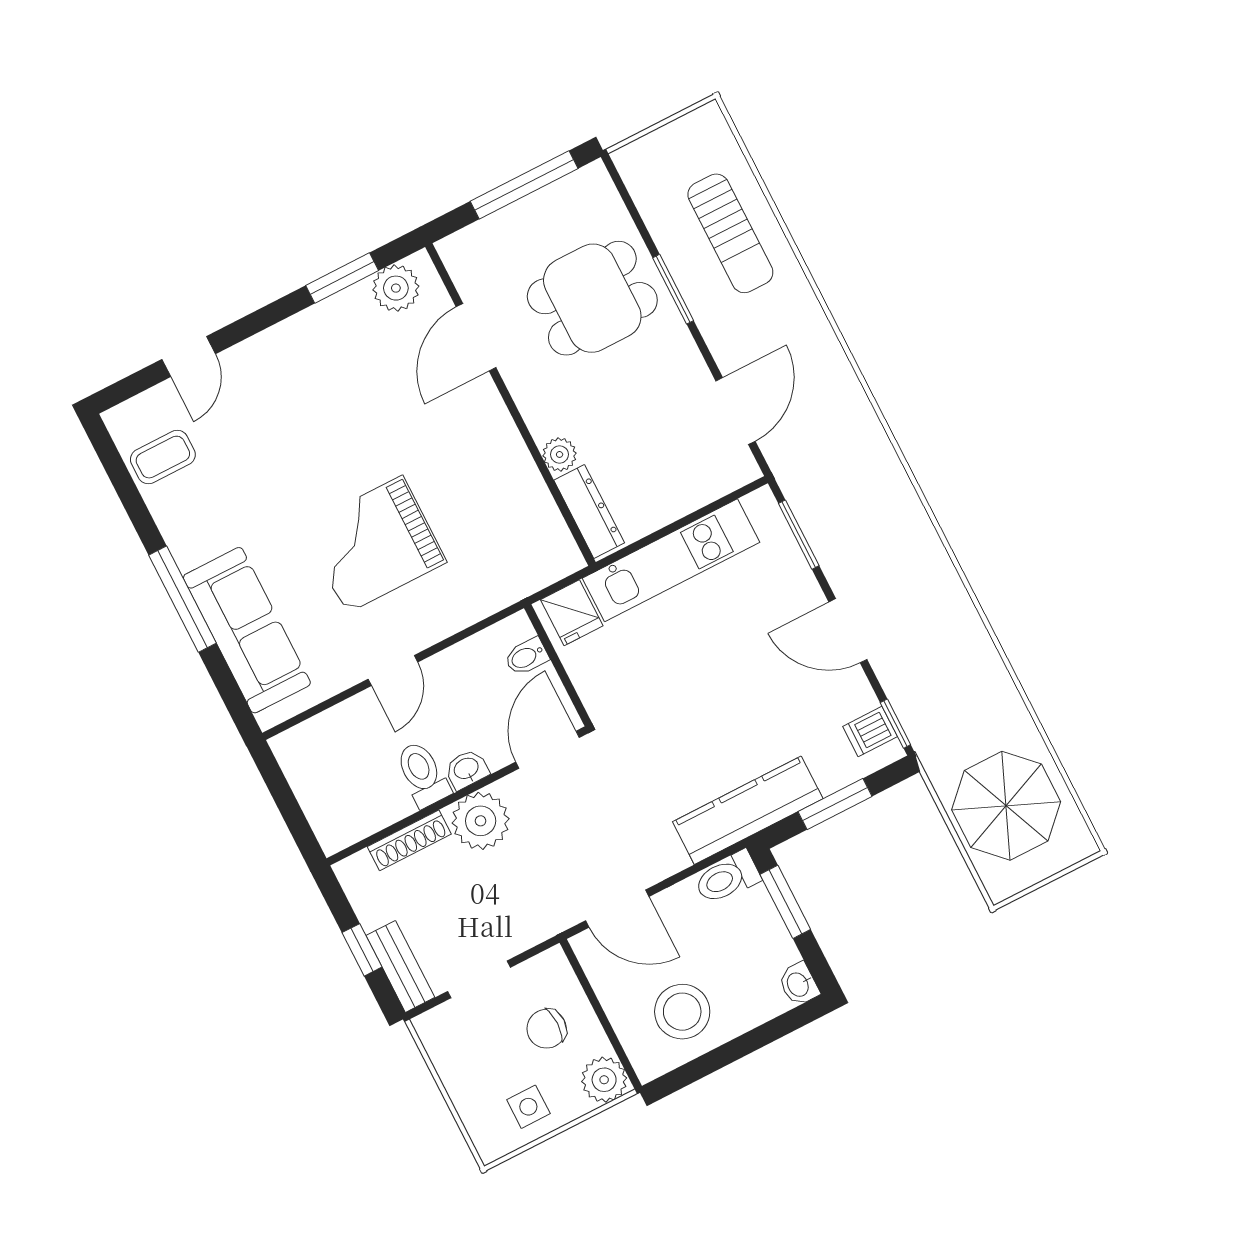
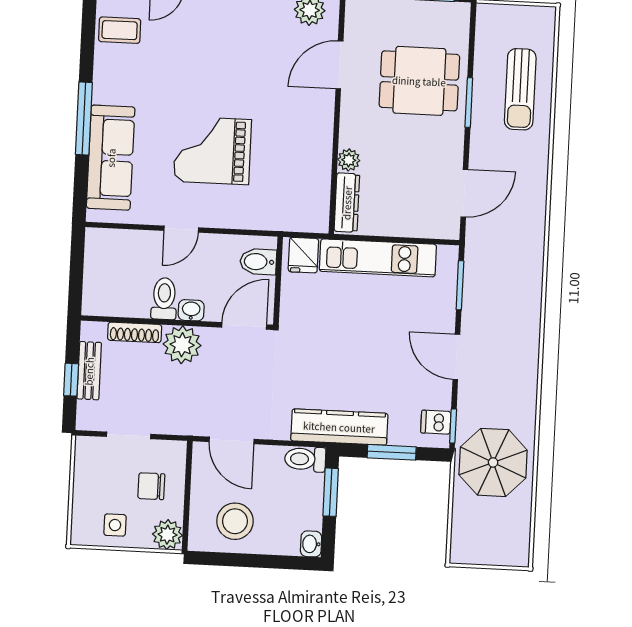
bidet: (526, 657) -> (258, 262), width x1.38, depth x1.36
parasol: (1006, 806) -> (493, 462), moved
bench: (400, 966) -> (89, 371), moved

